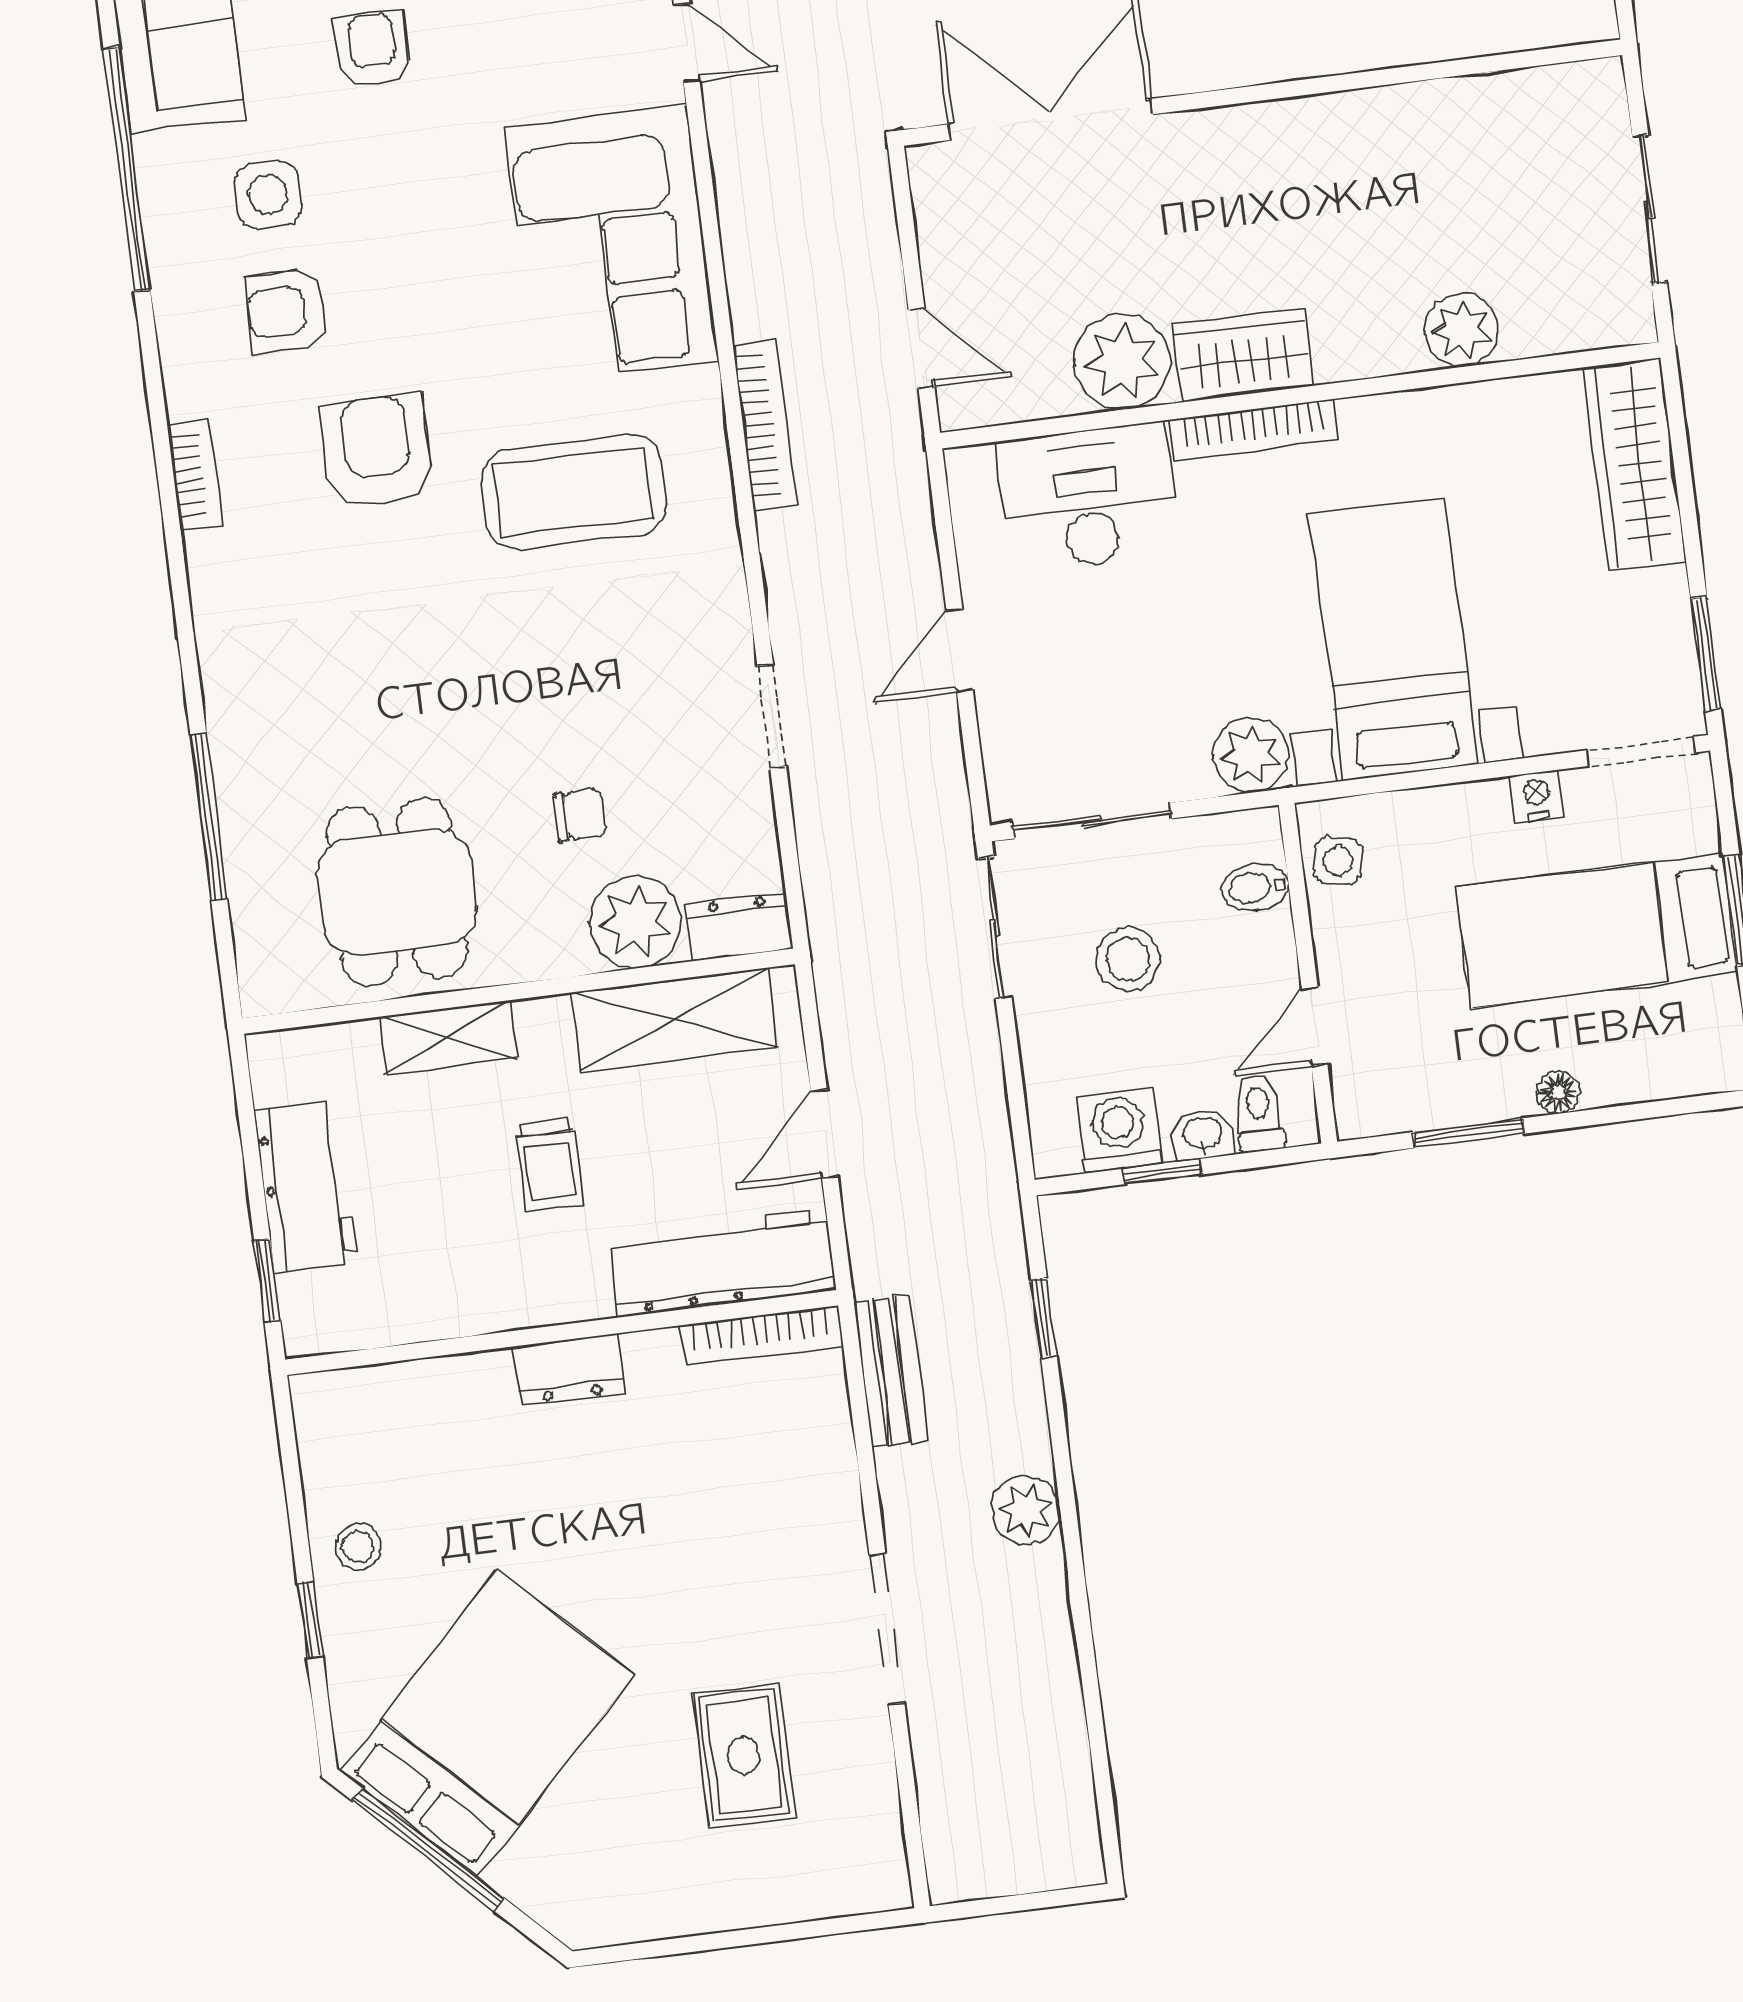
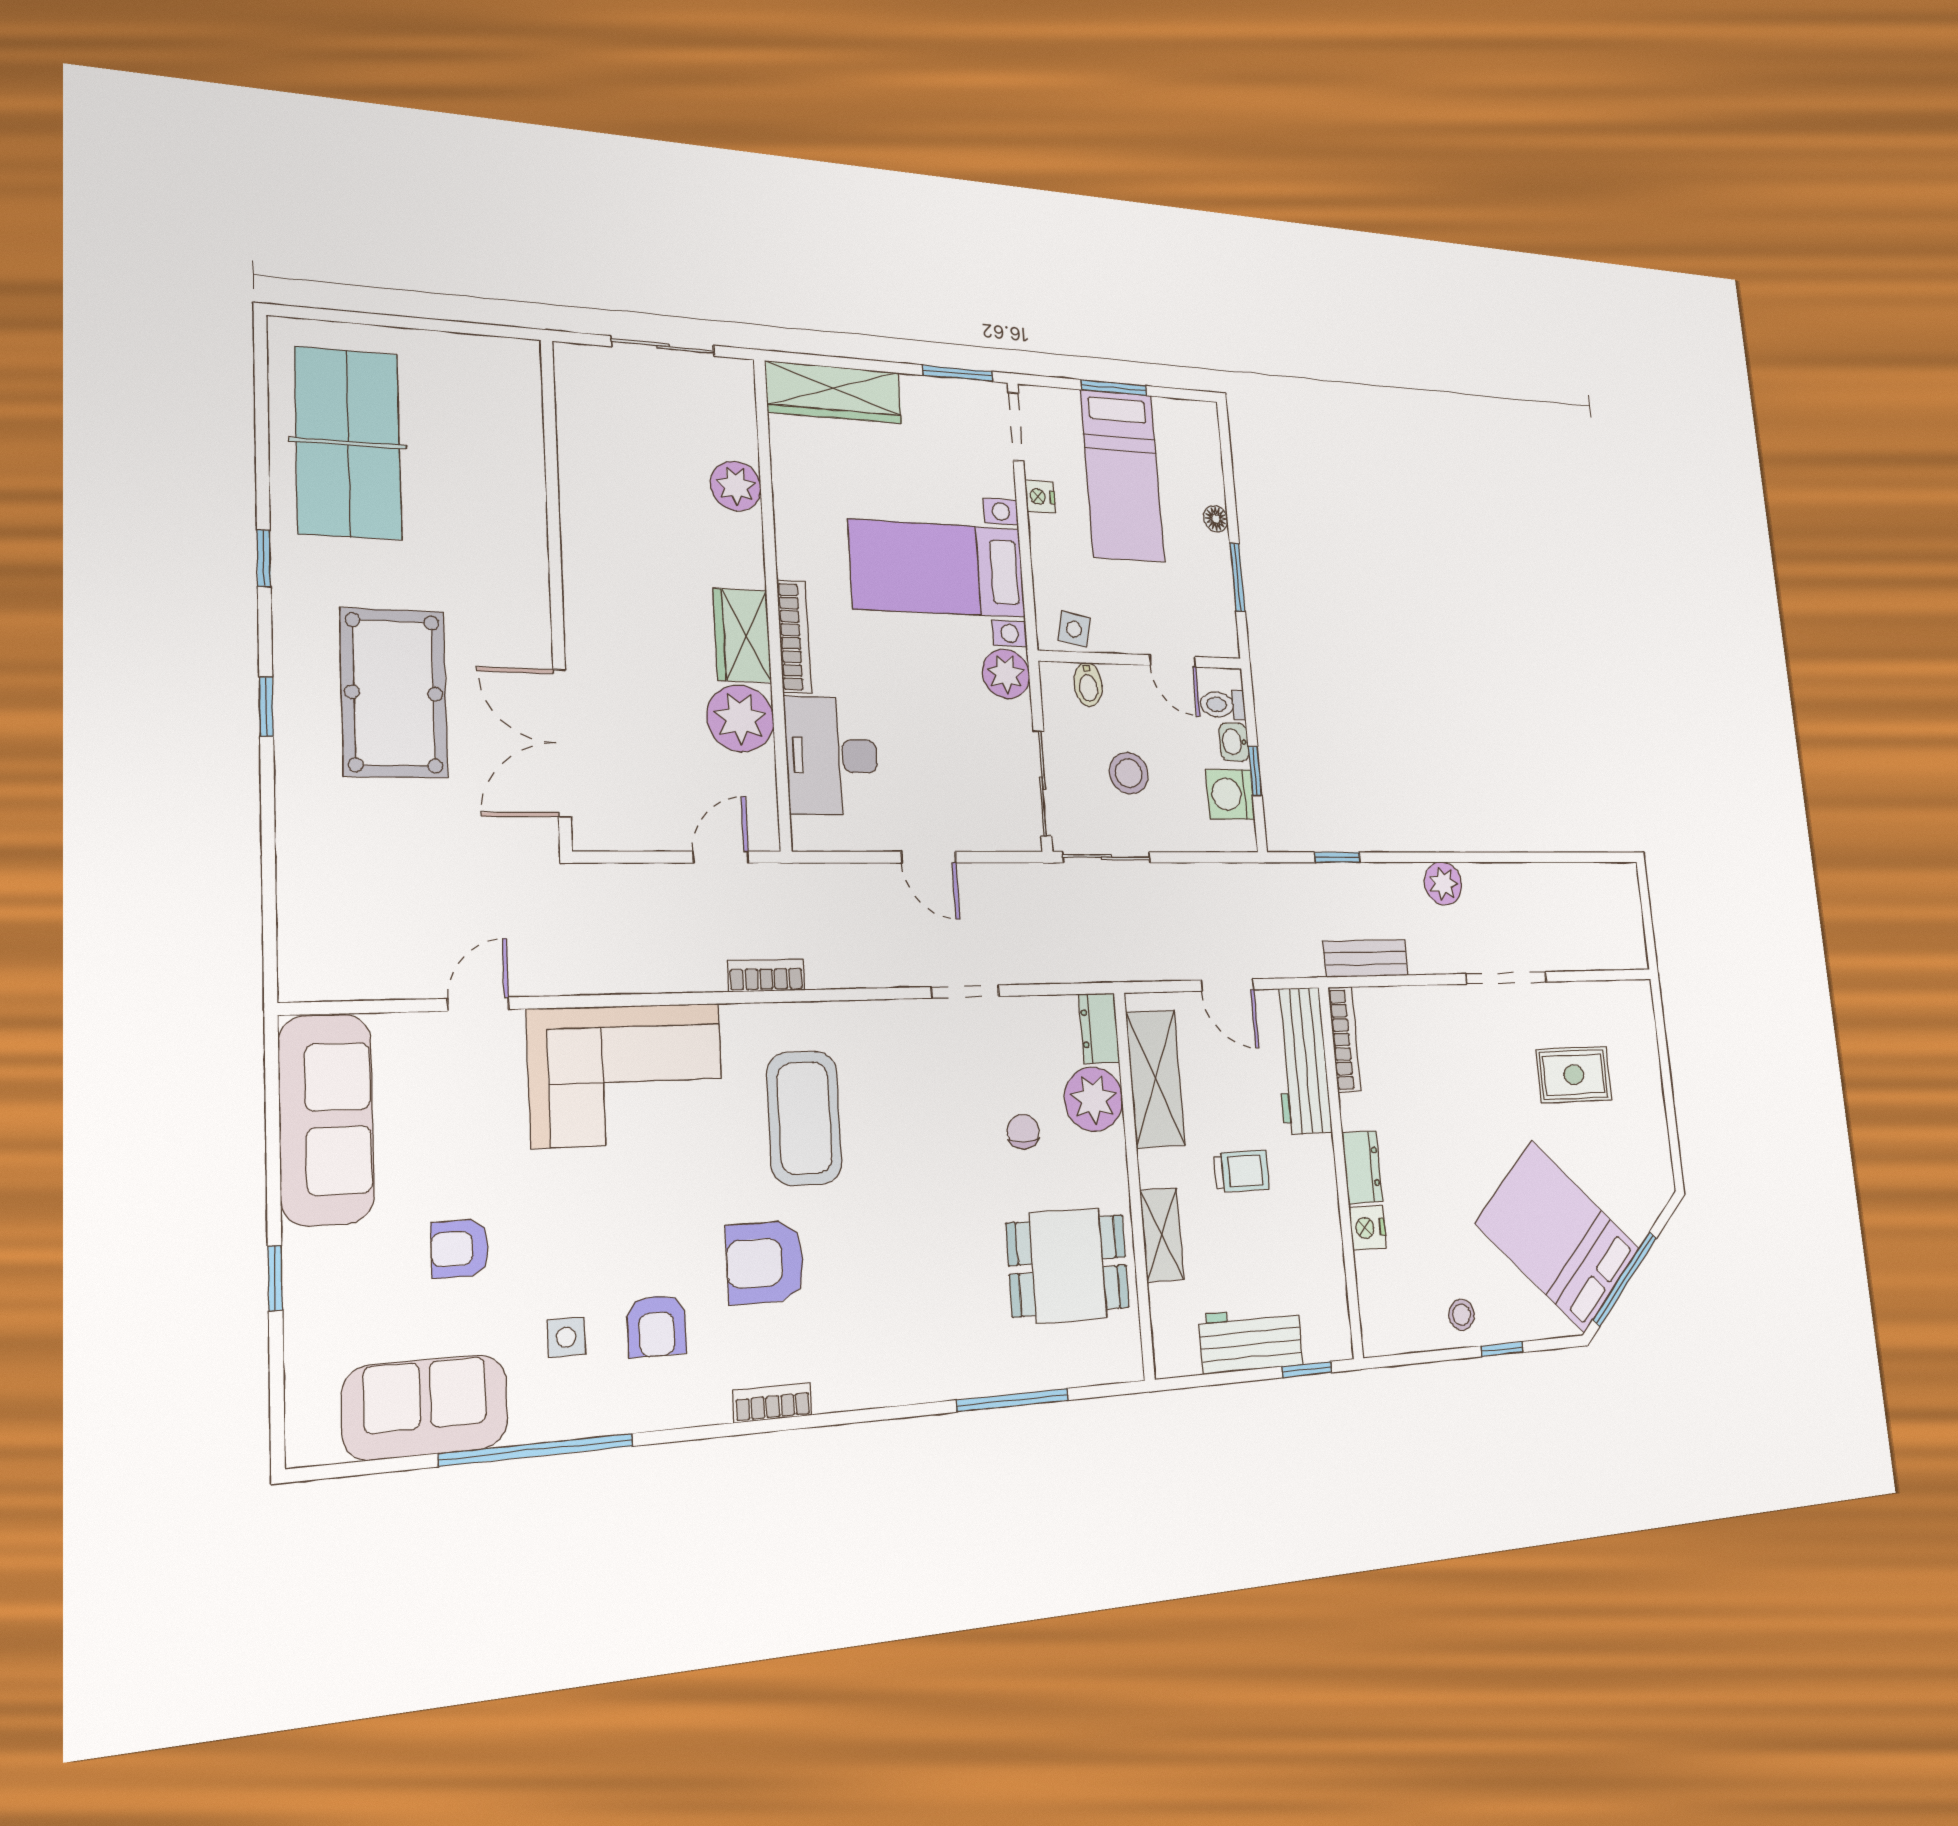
side table: (268, 194) -> (566, 1337), width x0.73, depth x0.73
bookcase: (764, 425) -> (766, 975), width x0.64
nightstand: (479, 1380) -> (1368, 1228), added

